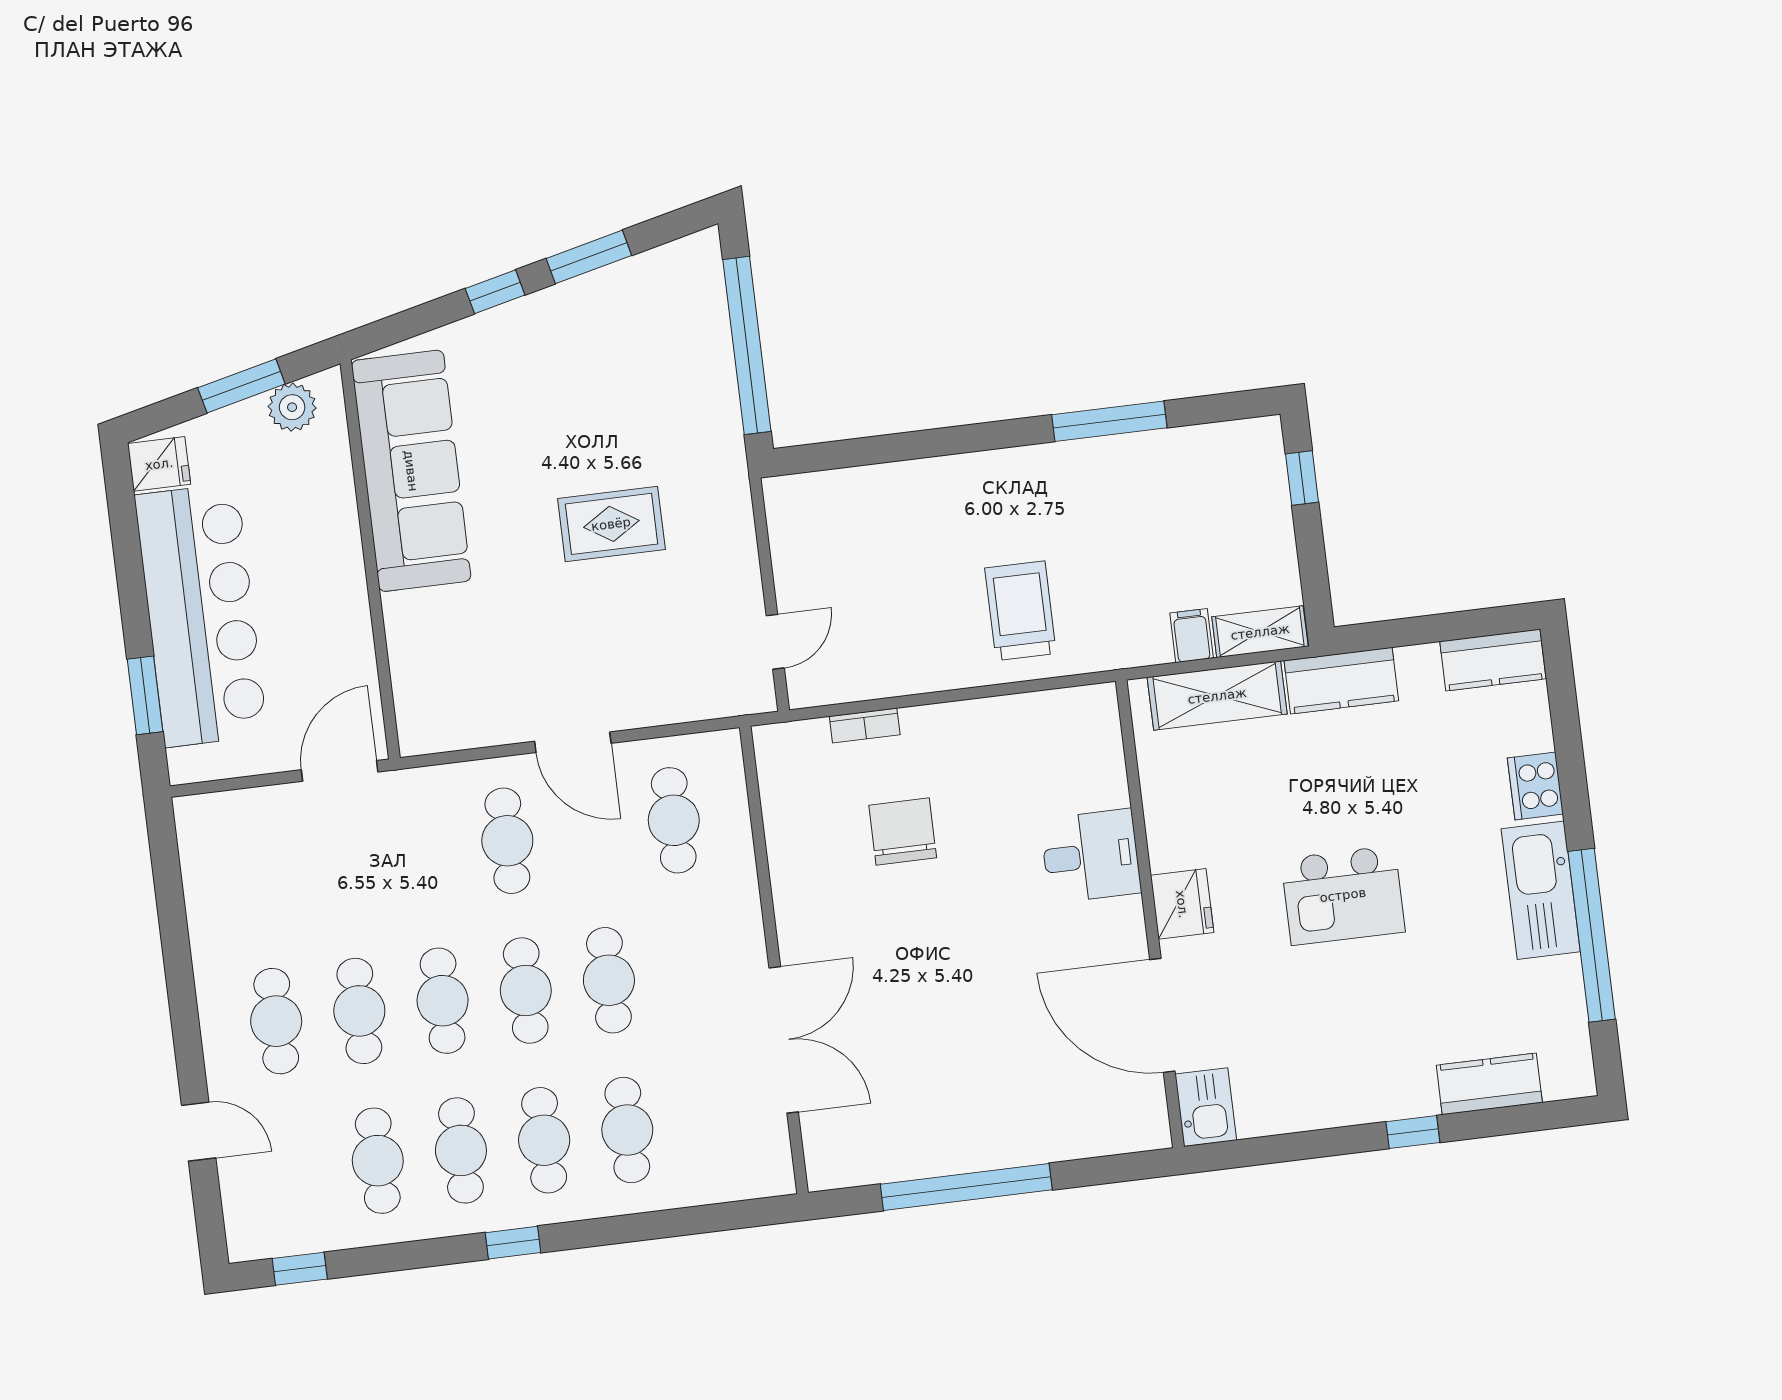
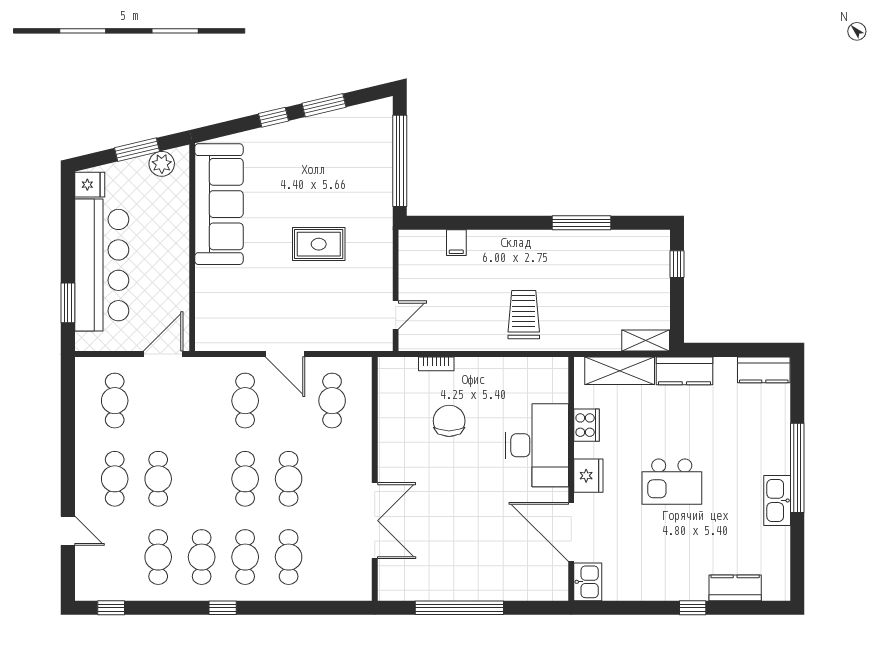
filing cabinet: (1192, 636) -> (456, 243), moved, turned 180
cooker: (1535, 786) -> (587, 425), moved, turned 180
desk: (1091, 856) -> (537, 445), width x1.87, depth x1.30
kitchen sink: (1541, 890) -> (777, 500), width x0.73, depth x0.81
window: (1592, 935) -> (797, 468), moved
cafe table: (443, 1001) -> (115, 401), moved

